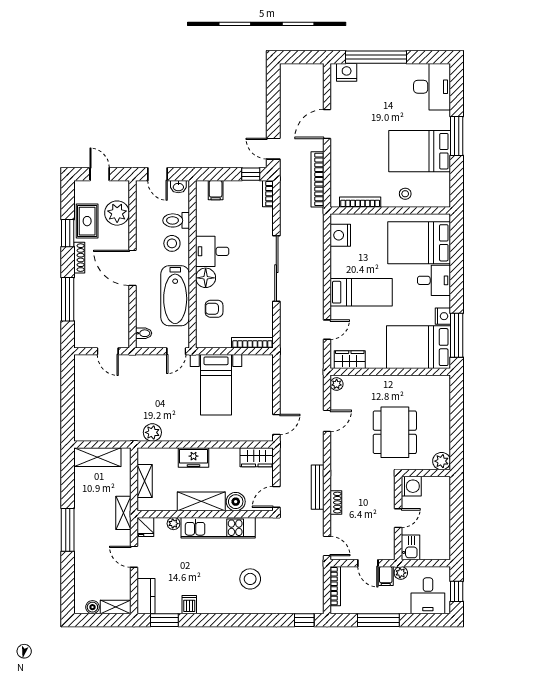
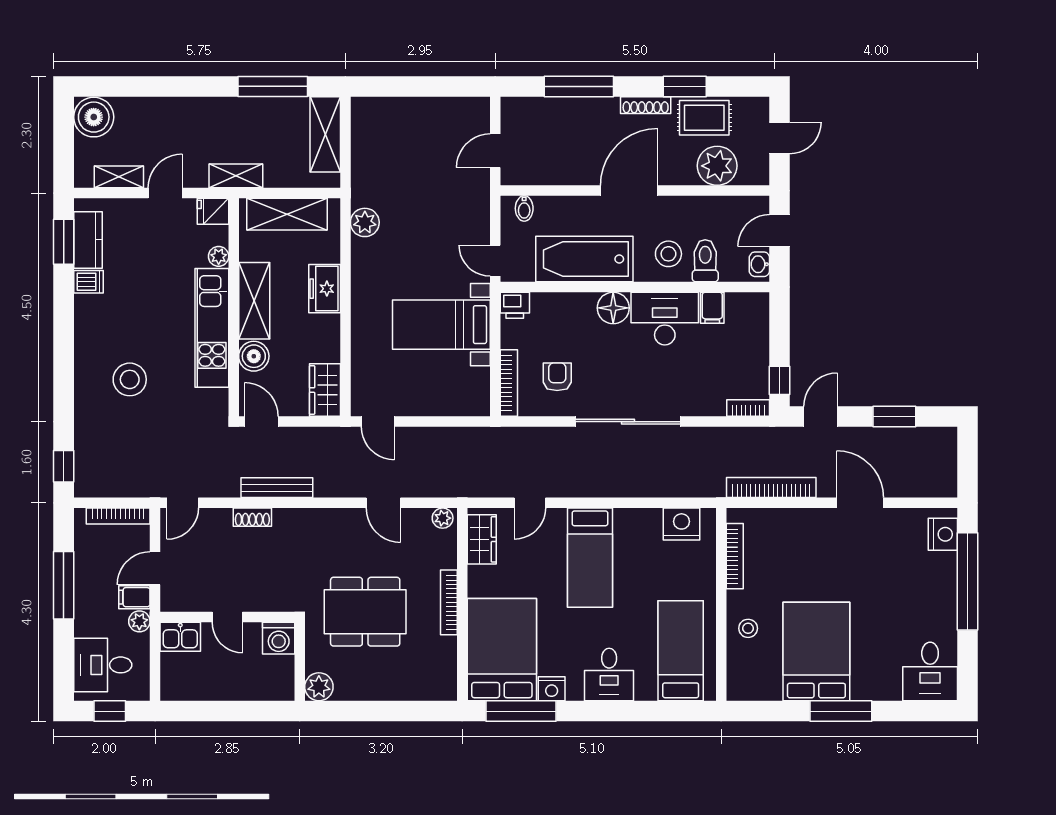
desk: (432, 87) -> (930, 671), width x0.73
window: (273, 103) -> (894, 416), added
filing cabinet: (216, 190) -> (712, 308), moved, turned -90
bed: (419, 243) -> (681, 651), width x0.67
desk: (212, 251) -> (665, 319), width x1.37
armchair: (214, 309) -> (557, 377), moved
door: (327, 330) -> (530, 503), hinge flipped
printer: (204, 339) -> (515, 305), added
bookcase: (389, 380) -> (449, 602), added
shelving: (145, 481) -> (287, 214), width x1.50, depth x1.33
window: (68, 530) -> (273, 86), moved
kitchen counter: (146, 596) -> (88, 240), moved, turned -90
boiler: (92, 607) -> (94, 117), width x1.86, depth x1.86
shelving: (116, 607) -> (119, 177), moved, turned 90

